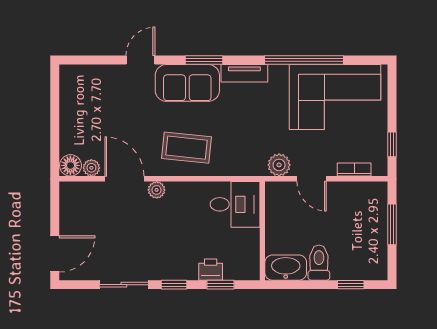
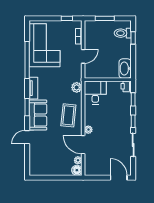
door: (140, 60) -> (27, 137), hinge flipped
plant: (279, 165) -> (77, 87), moved
door: (124, 179) -> (83, 145), hinge flipped
toilet: (319, 263) -> (123, 33), moved
printer: (211, 270) -> (126, 86), moved

